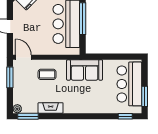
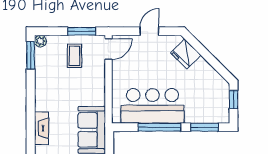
coffee table: (47, 74) -> (74, 56), moved
fireplace: (51, 108) -> (42, 128), moved

